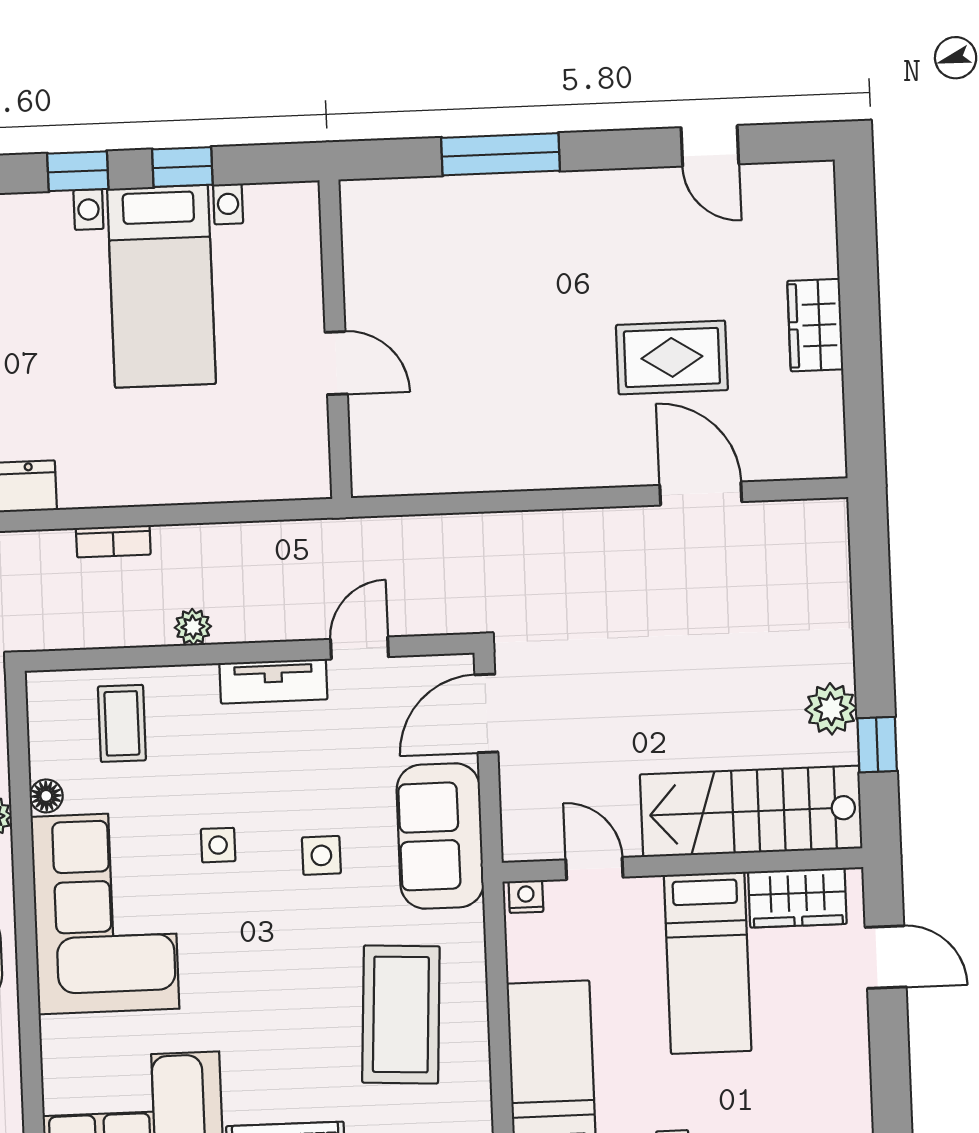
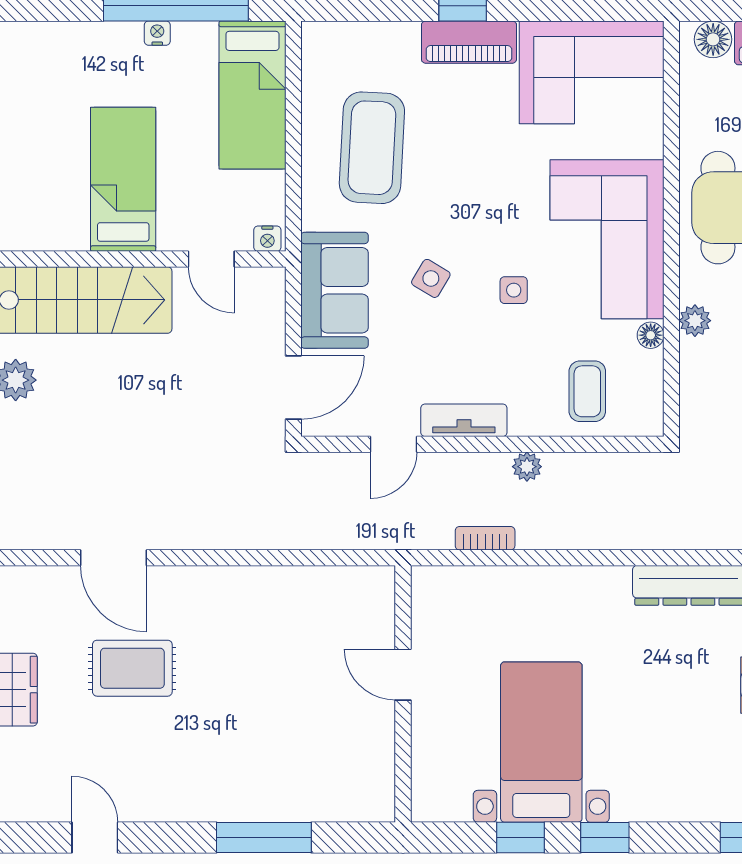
bookcase: (113, 541) -> (485, 538), moved
side table: (321, 855) -> (431, 278), turned 31
wardrobe: (797, 898) -> (49, 229), removed

